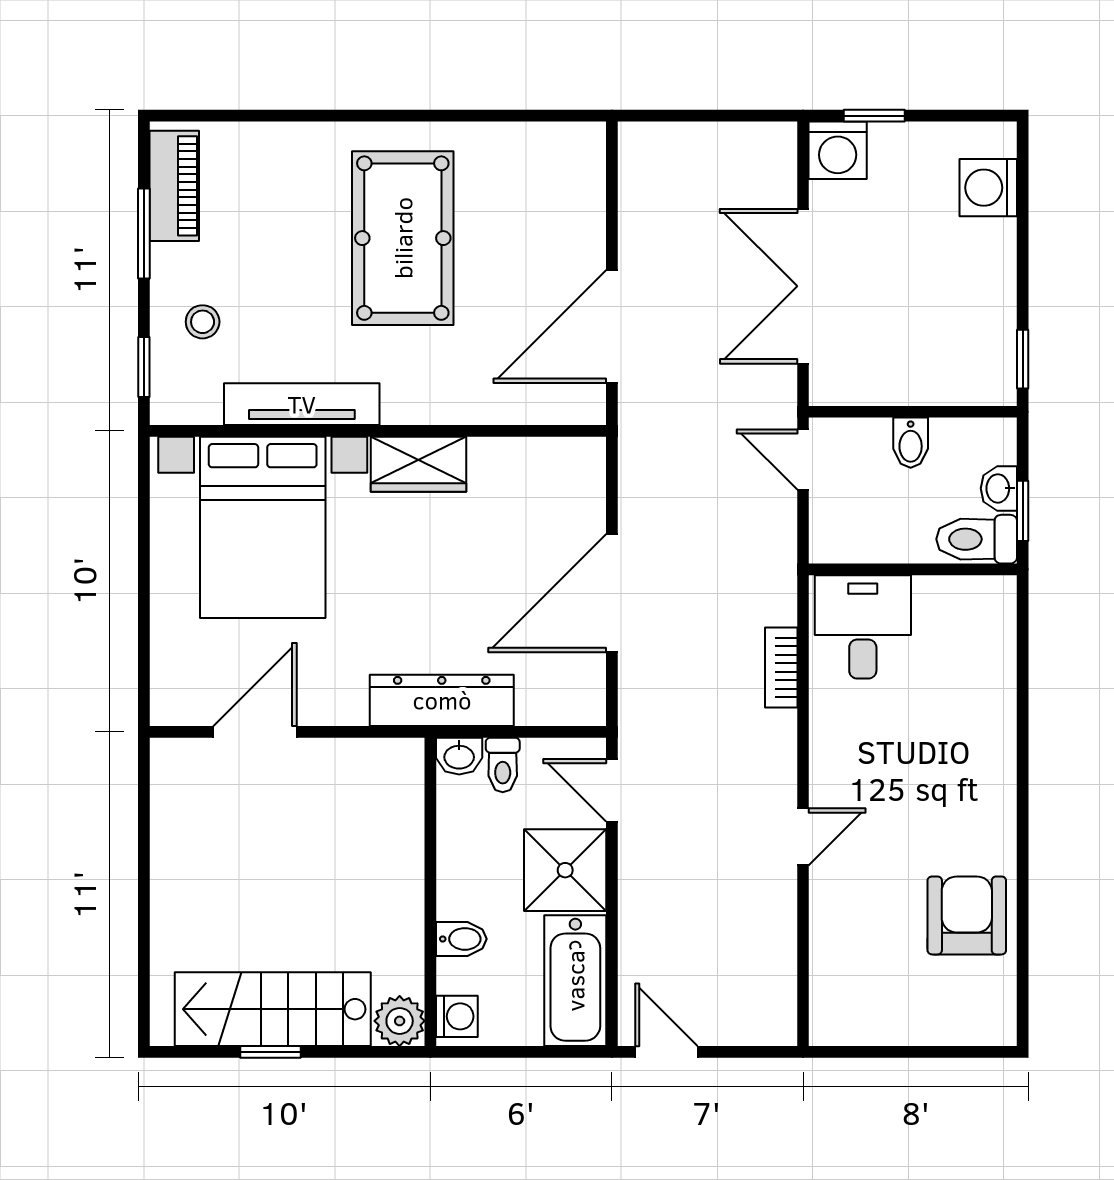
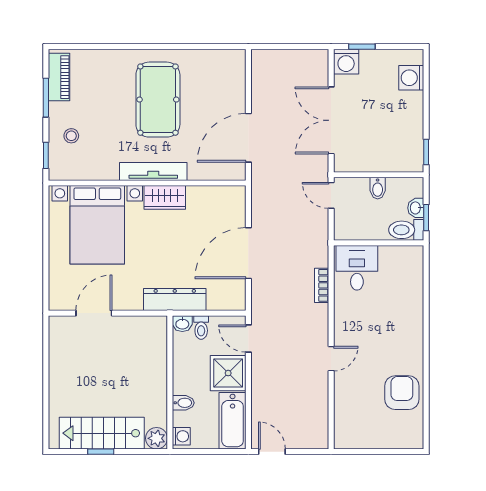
tv unit: (302, 404) -> (153, 171), moved

